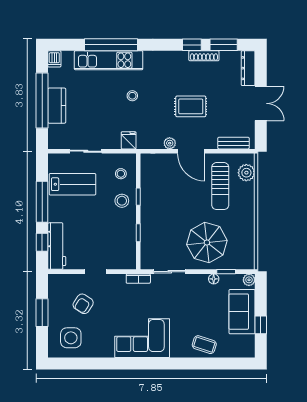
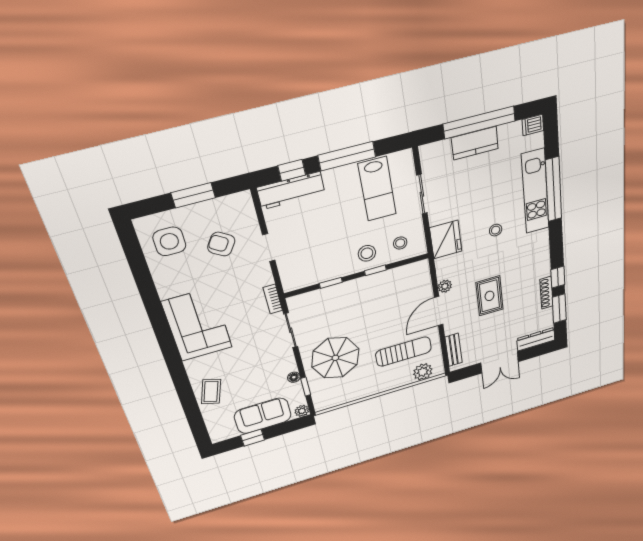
fridge: (129, 140) -> (446, 240), width x1.88, depth x1.34
sun lounger: (220, 186) -> (404, 352), turned 180

